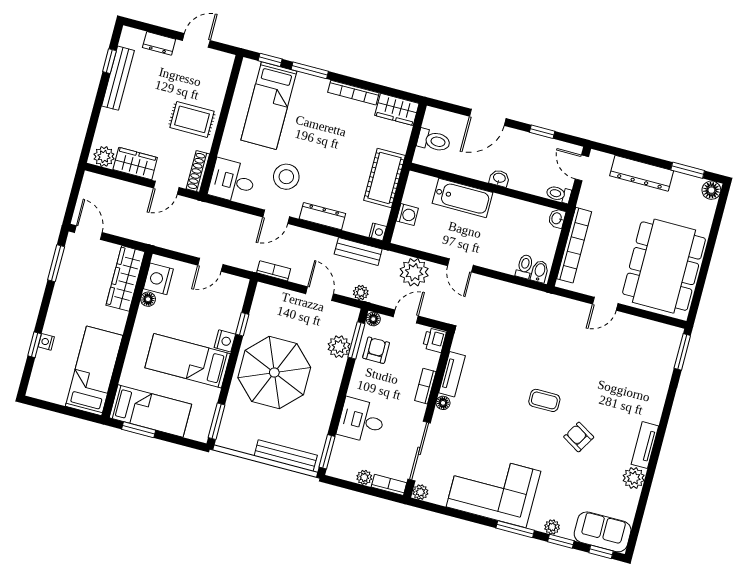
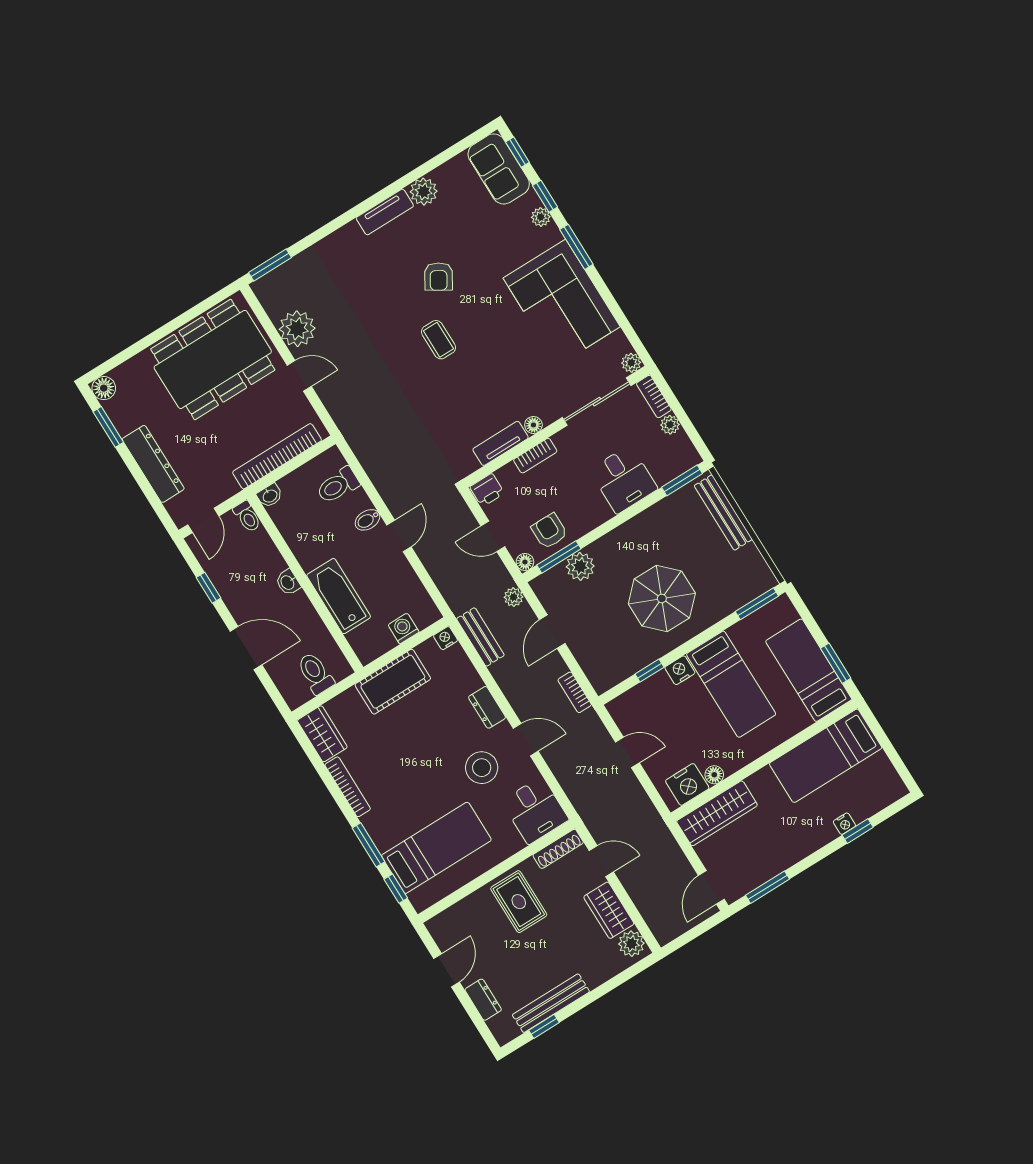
door: (196, 40) -> (446, 970), swing flipped
dresser: (322, 216) -> (487, 707), width x0.70
toilet: (525, 266) -> (338, 485), width x1.37, depth x1.39
bidet: (540, 271) -> (367, 520), moved
plant: (414, 272) -> (297, 329), moved
armchair: (376, 350) -> (549, 531), turned 90
parasol: (274, 372) -> (662, 599), width x0.73, depth x0.73

